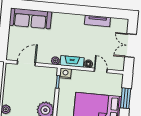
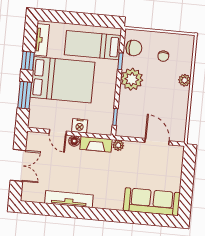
tv unit: (97, 21) -> (69, 199), width x1.41
door: (26, 63) -> (157, 142), swing flipped
nightstand: (65, 73) -> (80, 126), moved

